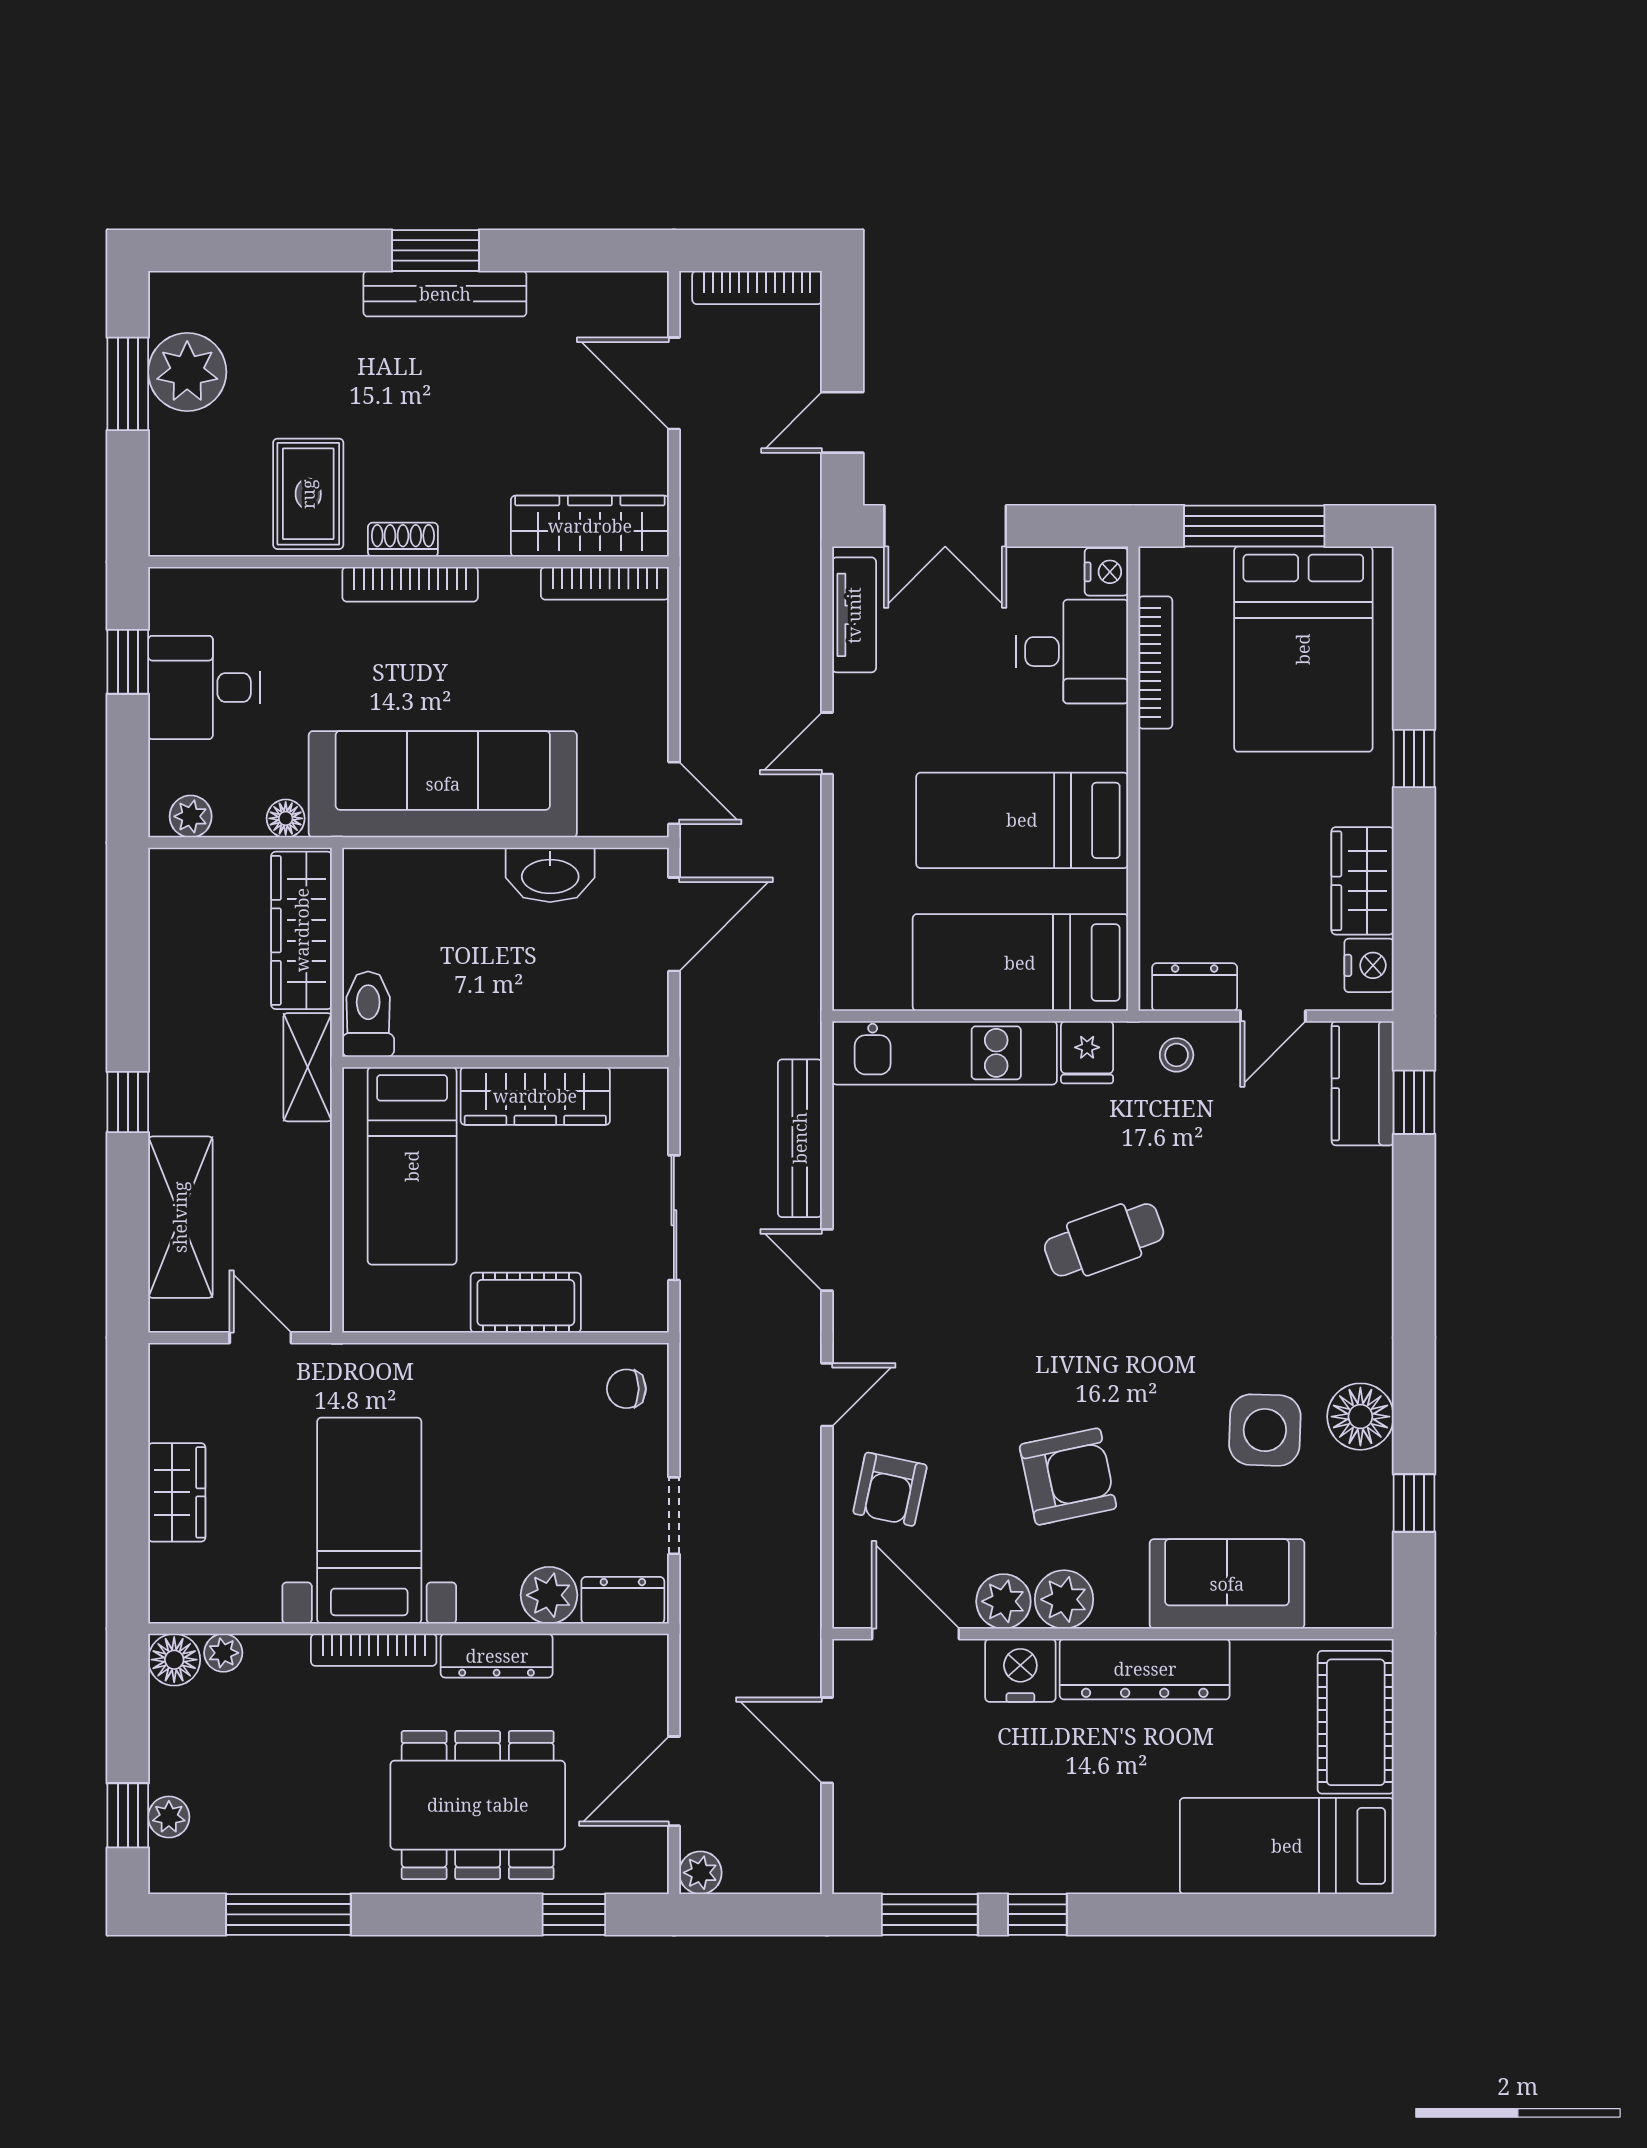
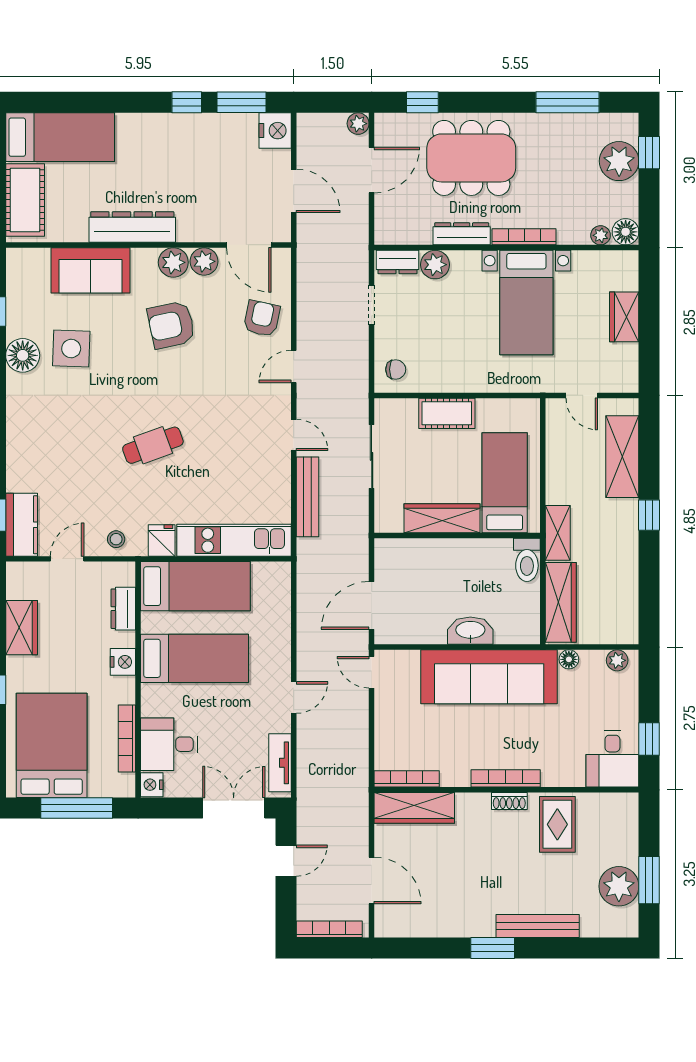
bench: (445, 294) -> (538, 926), moved
desk: (204, 688) -> (612, 759), moved, turned 90
washbasin: (550, 875) -> (470, 631), moved
nightstand: (1369, 965) -> (123, 662), moved, turned 180
dresser: (1195, 987) -> (123, 609), moved, turned 90
nightstand: (1020, 1670) -> (275, 131), moved, turned -90
plant: (169, 1817) -> (619, 161), width x1.87, depth x1.87

